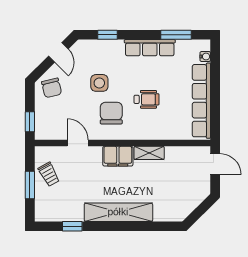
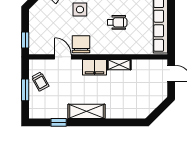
chair: (52, 88) -> (42, 13), removed
chair: (111, 113) -> (81, 44), moved
shelving: (118, 212) -> (86, 111), width x0.68

